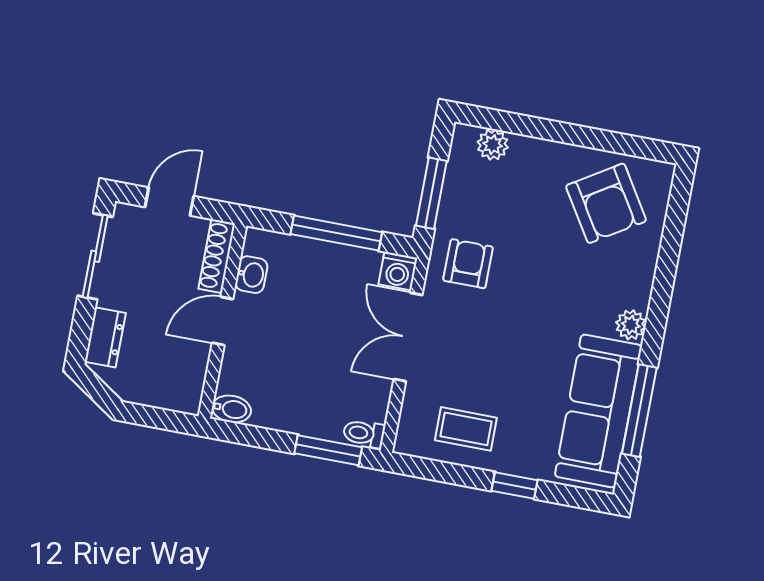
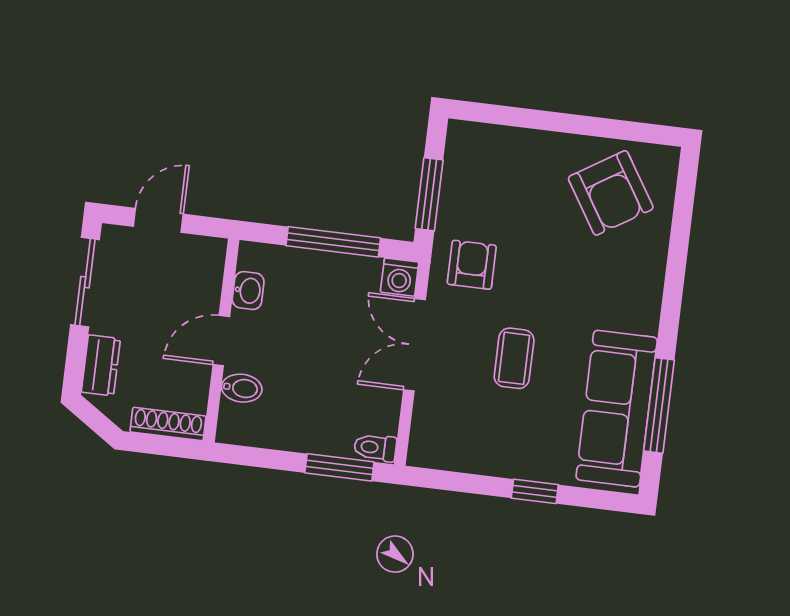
plant: (493, 145) -> (489, 140), removed
shoe rack: (217, 256) -> (168, 424), moved, turned 90
plant: (631, 325) -> (644, 317), removed
bidet: (231, 409) -> (242, 388), moved
coffee table: (466, 429) -> (514, 358), moved, turned 90

